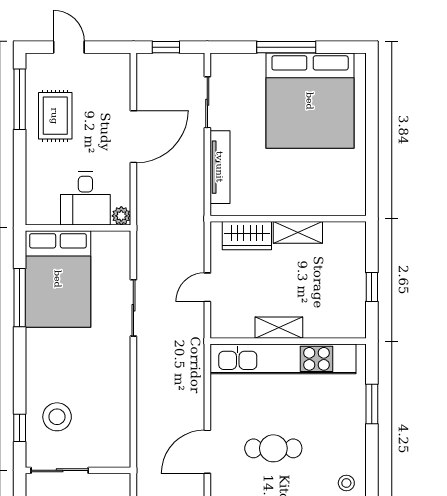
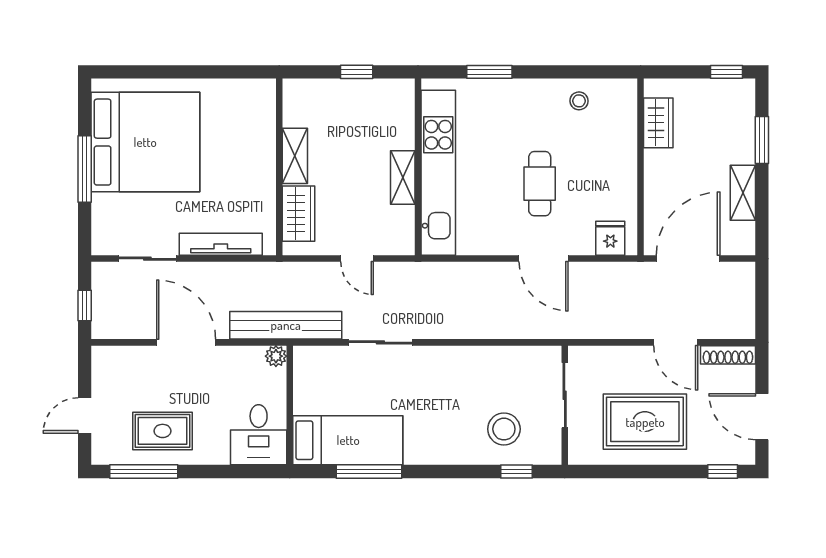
desk: (85, 199) -> (259, 435), moved, turned 90
bench: (148, 224) -> (286, 325), added
bed: (58, 279) -> (348, 440), width x0.67
sliding door: (60, 470) -> (565, 395), moved

